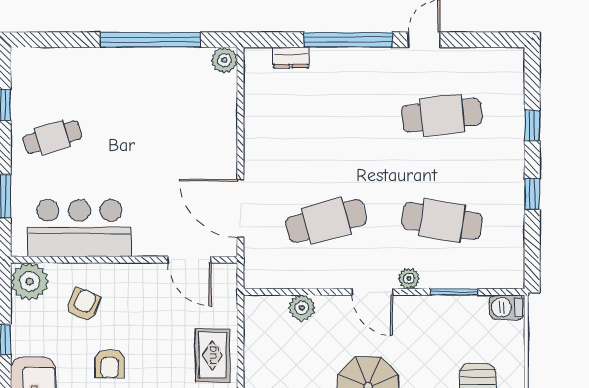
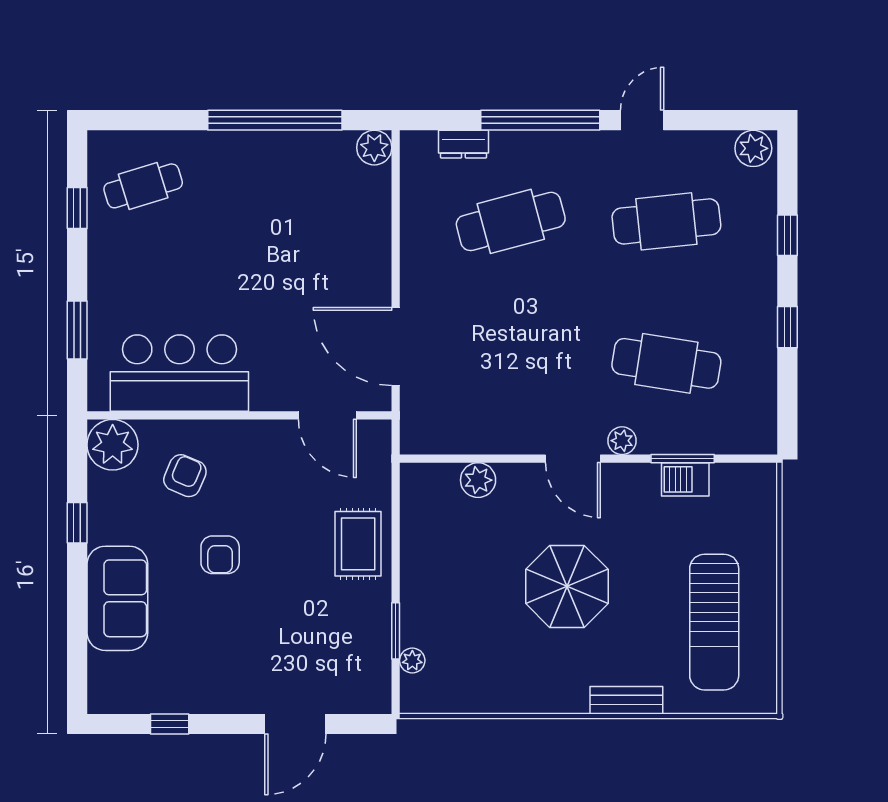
plant: (507, 61) -> (753, 148), added
cafe table: (52, 137) -> (143, 186), moved
cafe table: (326, 221) -> (511, 221), moved
barbecue: (507, 307) -> (685, 479), moved

